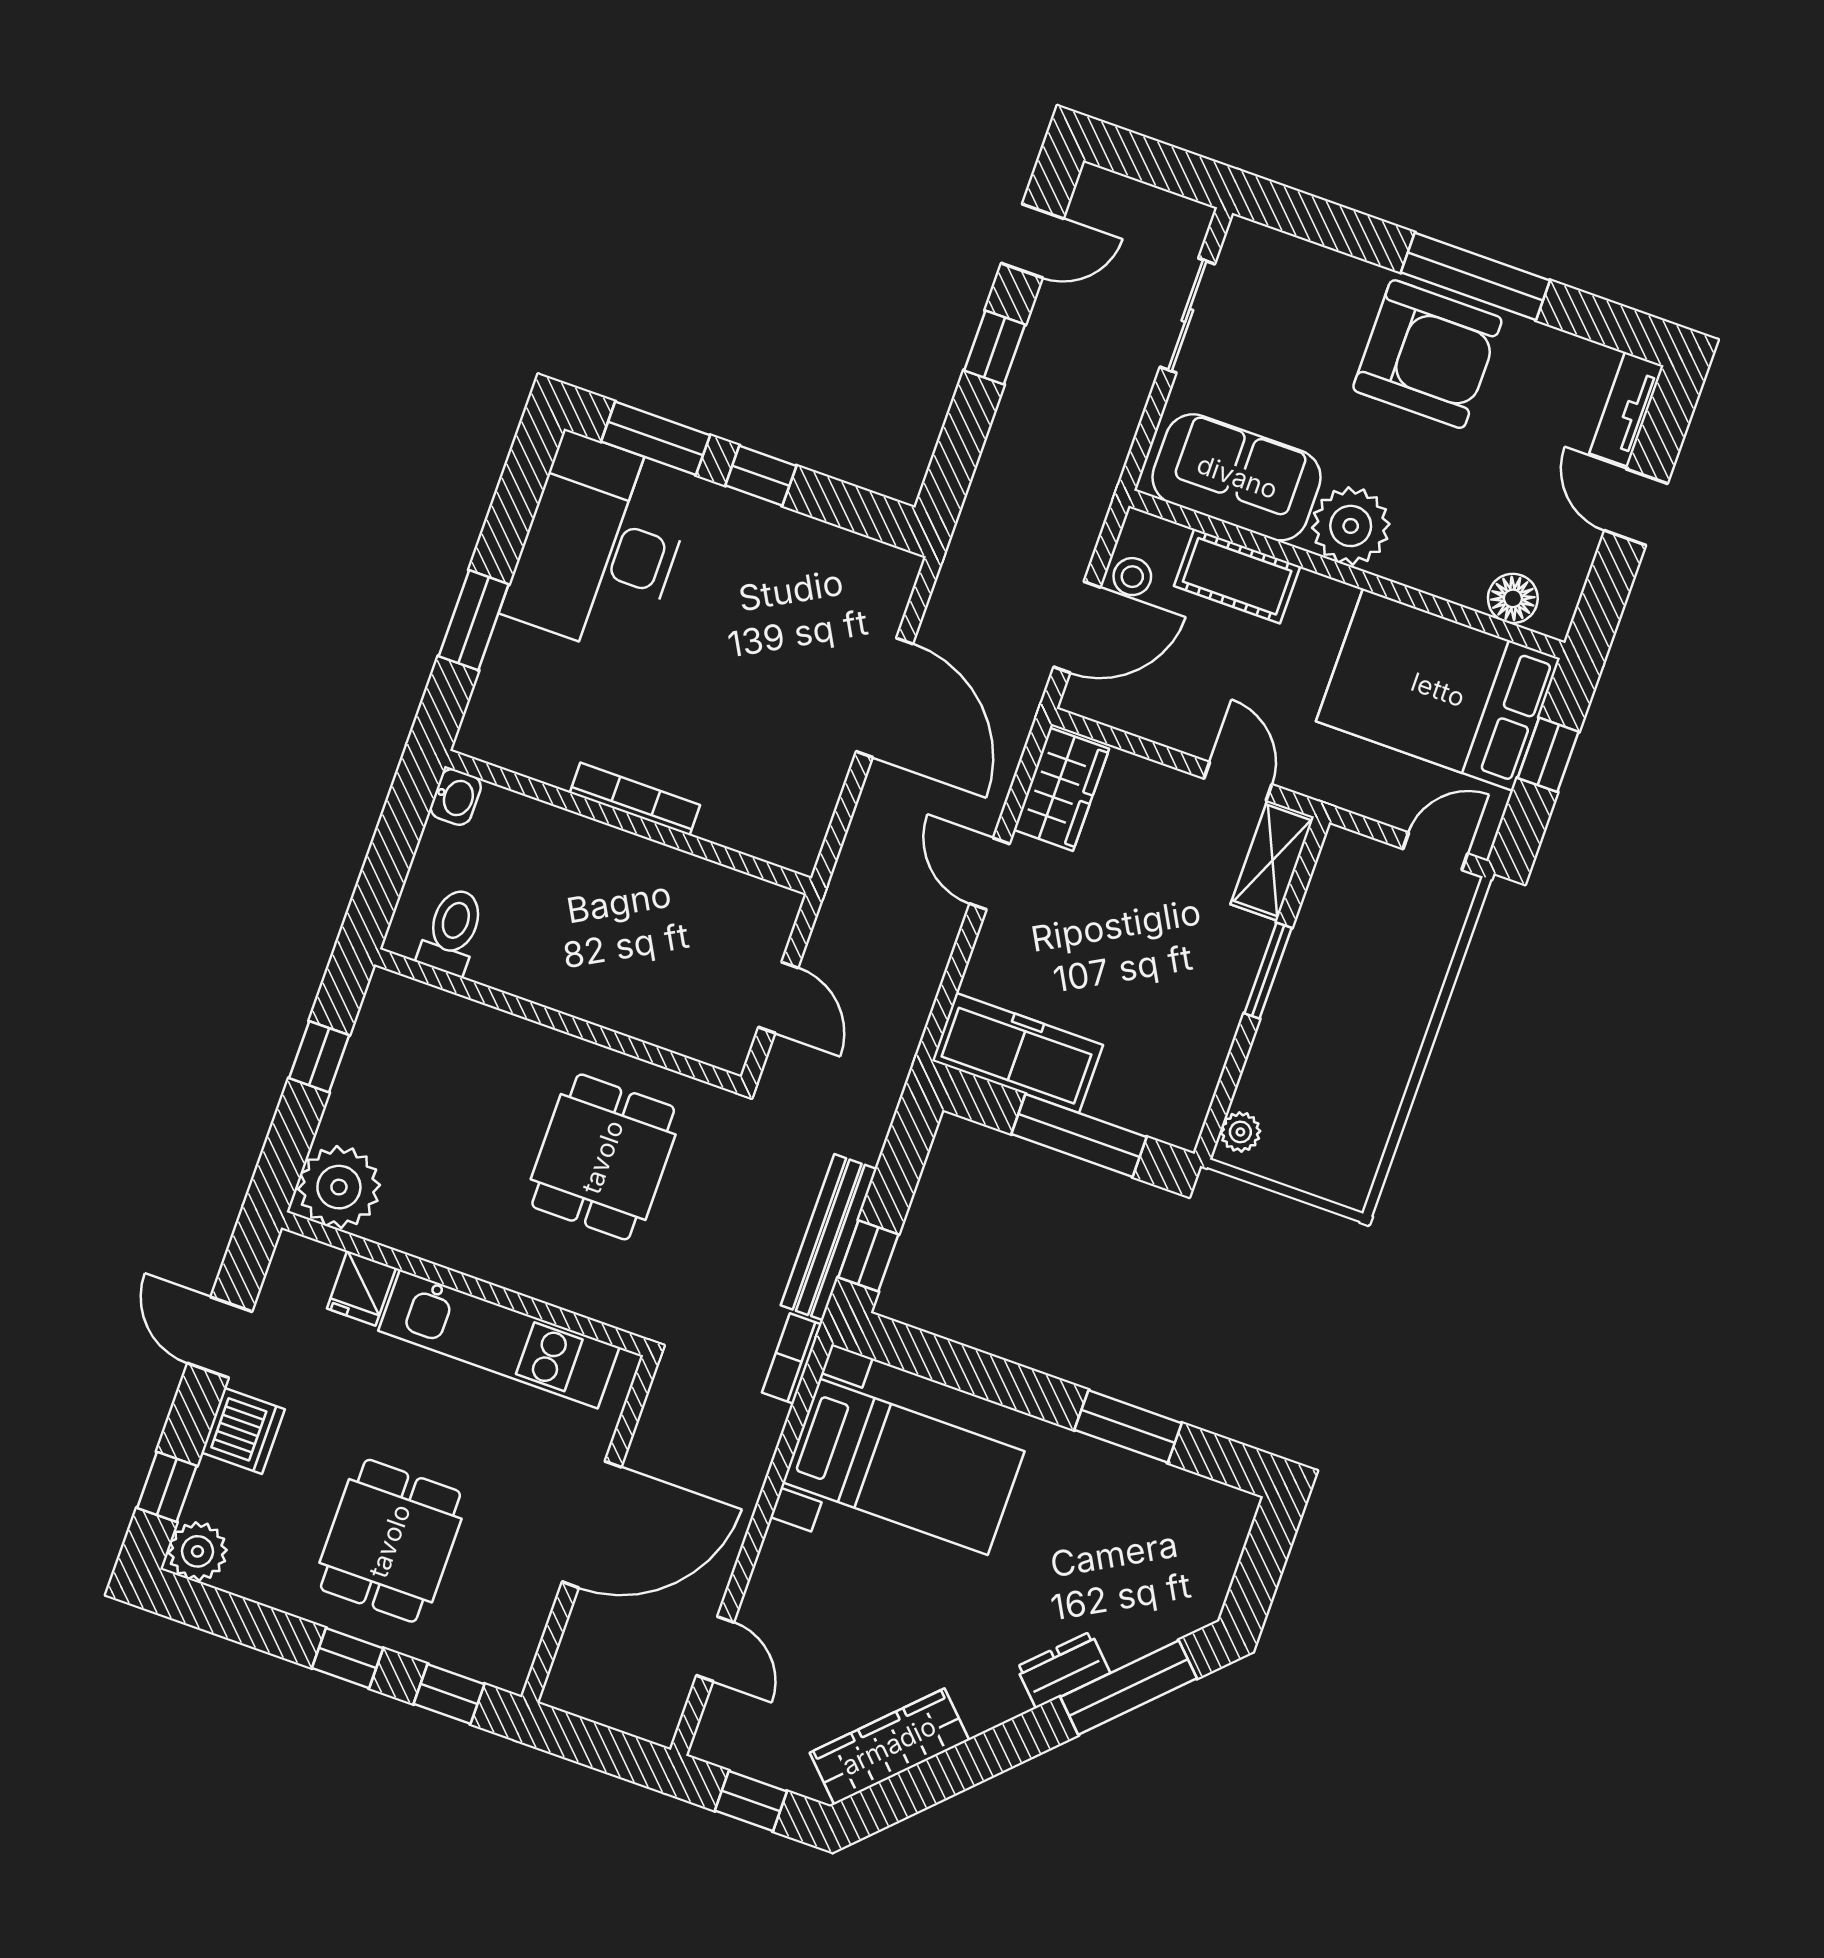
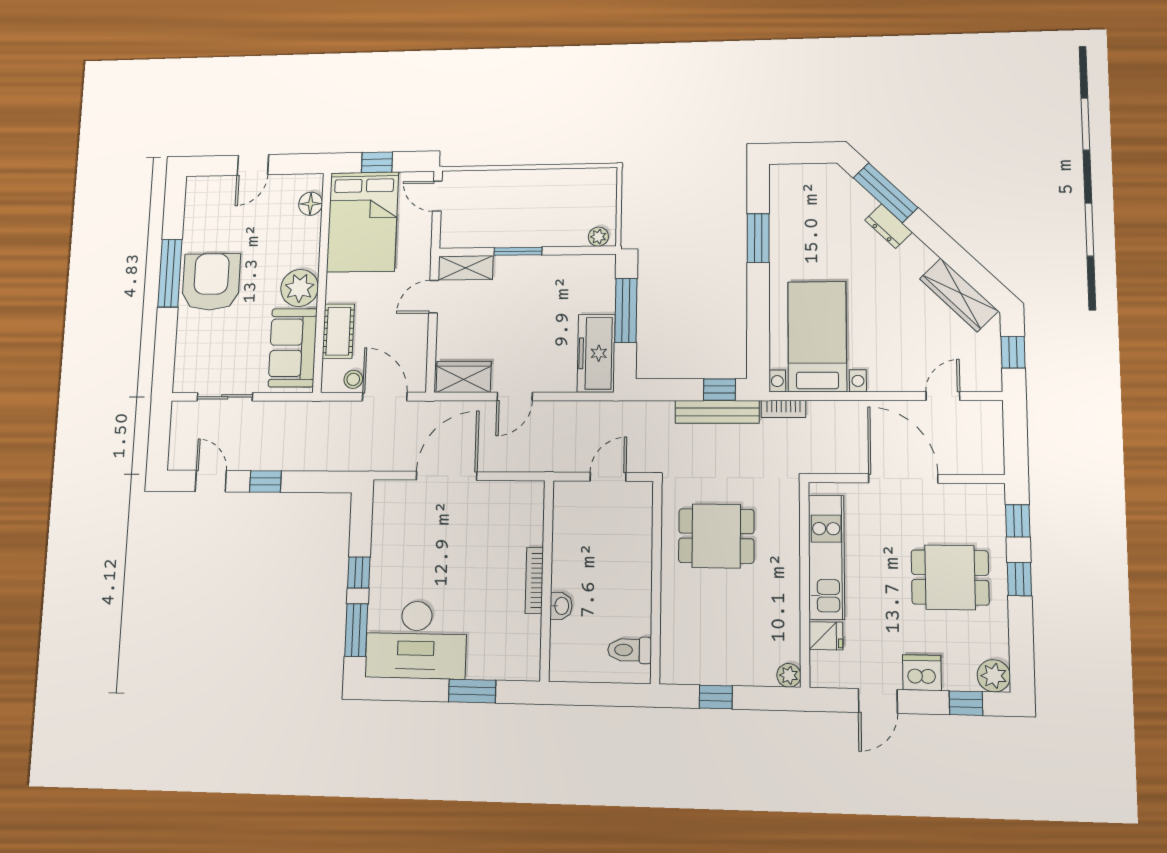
tv unit: (1626, 409) -> (210, 185), removed
washbasin: (456, 797) -> (561, 606), moved, turned 90
plant: (339, 1187) -> (789, 675), width x0.53, depth x0.53

